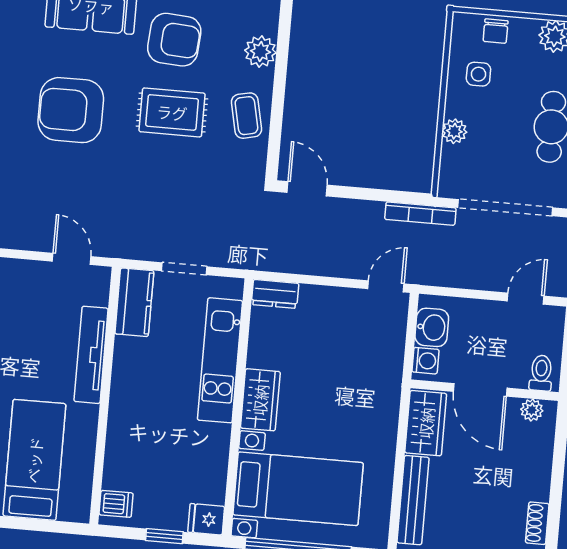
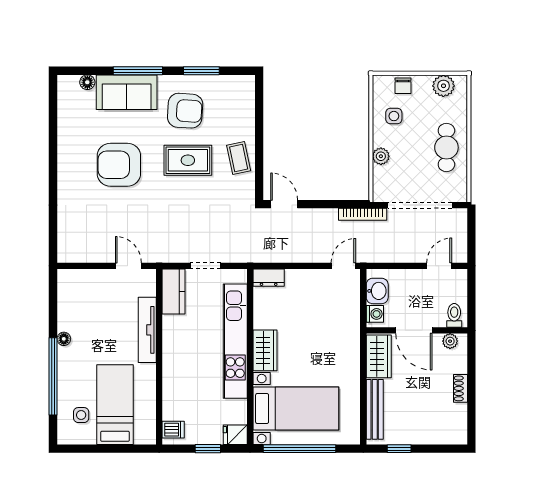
plant: (260, 52) -> (244, 114), removed
kitchen unit: (220, 360) -> (235, 341), width x1.36
shoe rack: (537, 523) -> (461, 388), moved

